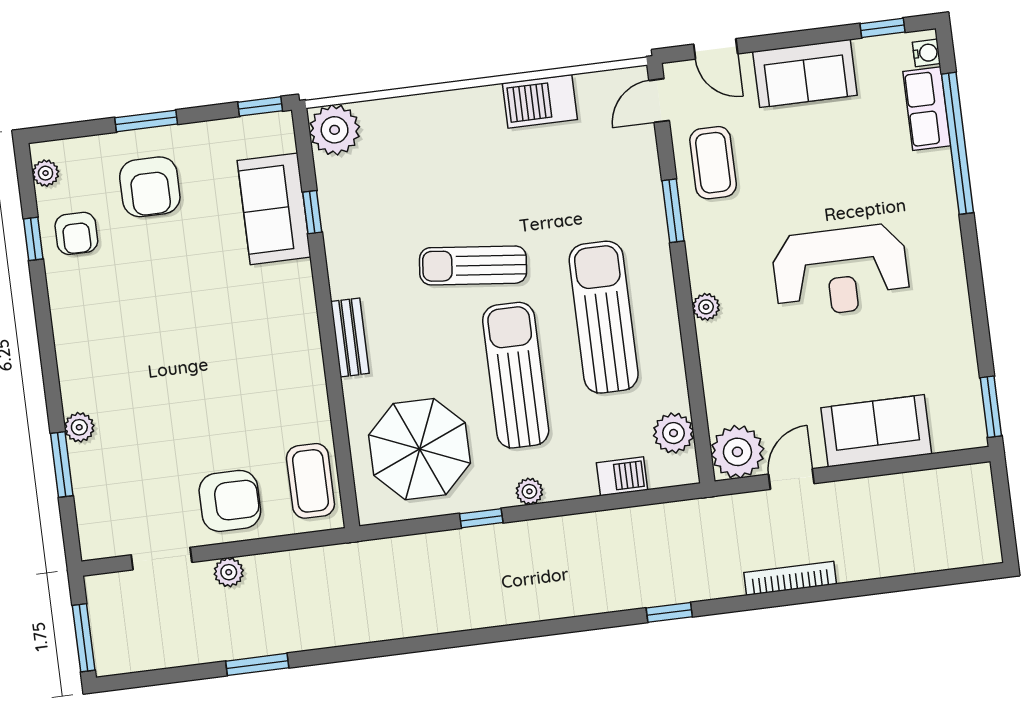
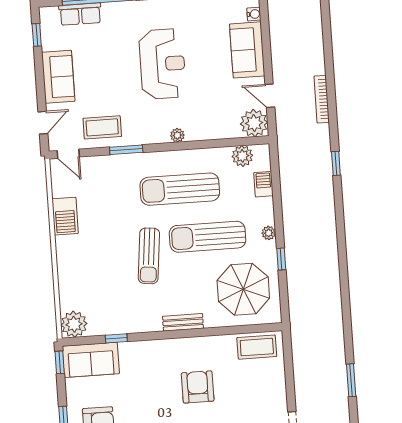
water cooler: (926, 53) -> (254, 14), moved, turned 90
sofa: (274, 209) -> (91, 360), moved
armchair: (230, 501) -> (198, 387), moved
plant: (229, 572) -> (302, 392), removed

